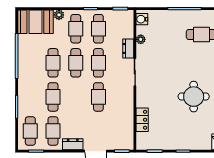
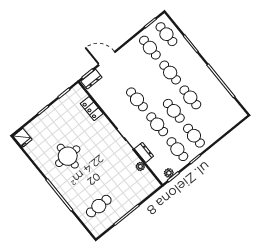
plant: (59, 15) -> (169, 173), moved
water cooler: (142, 19) -> (151, 182), removed
booth: (35, 22) -> (228, 117), removed
dresser: (73, 144) -> (91, 79), moved

